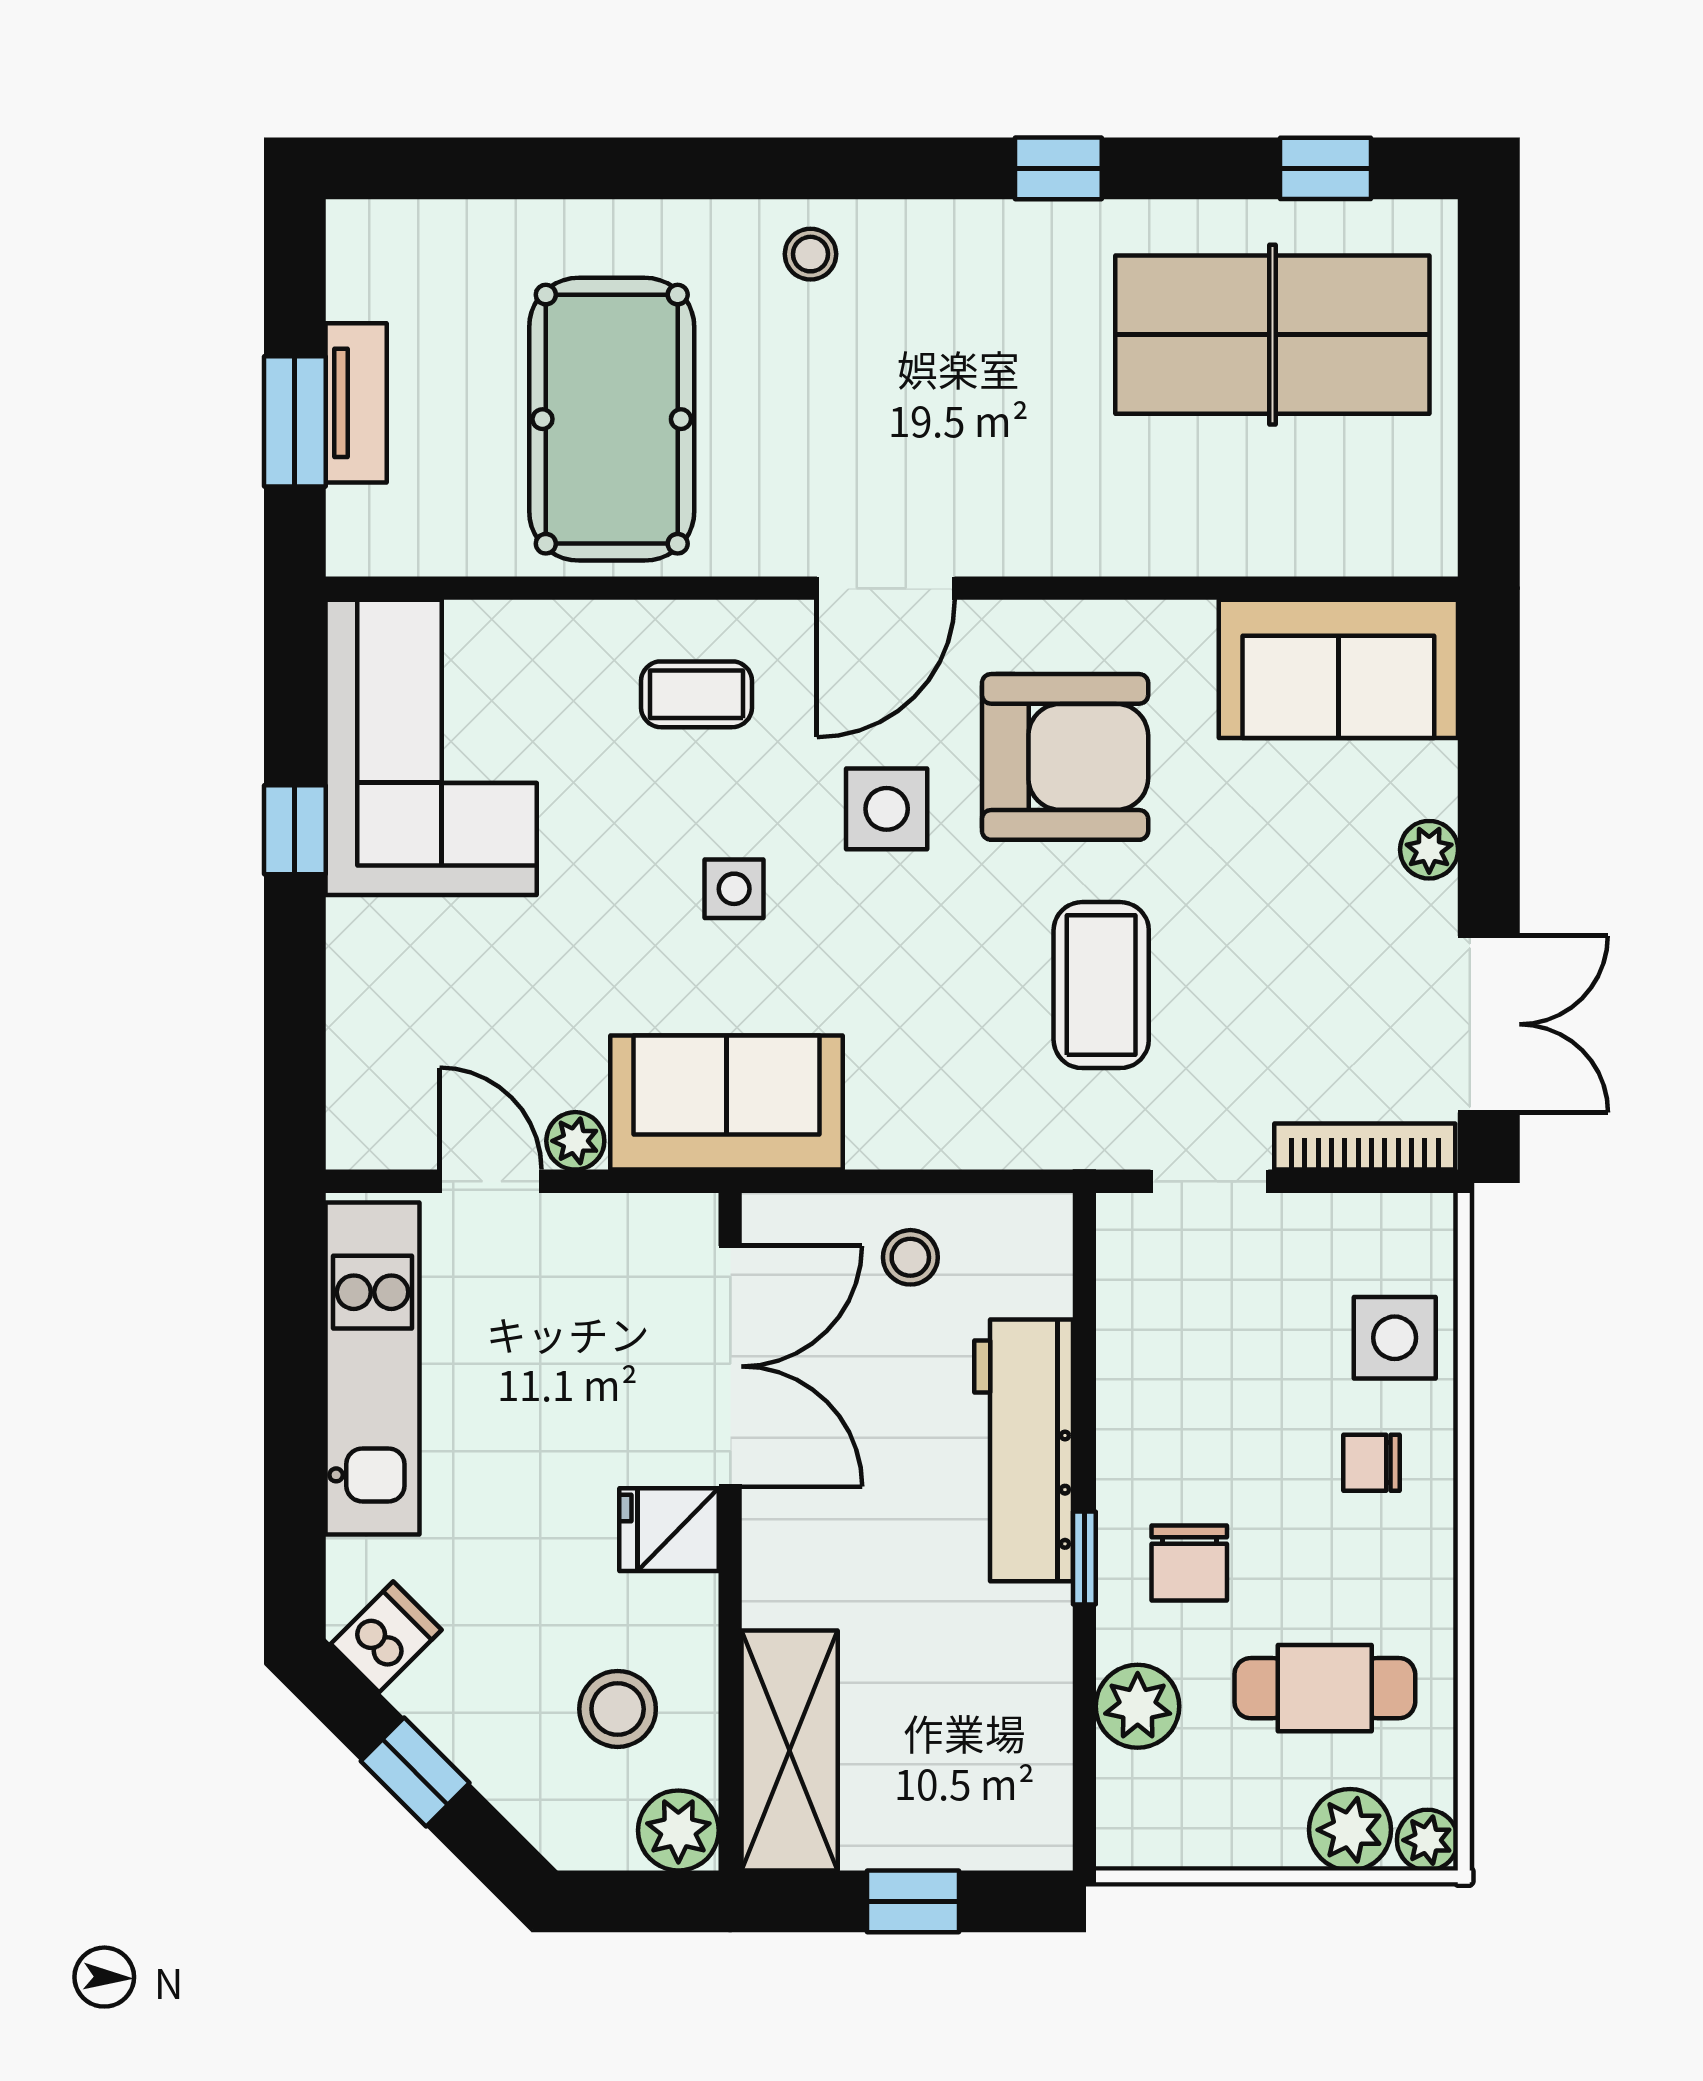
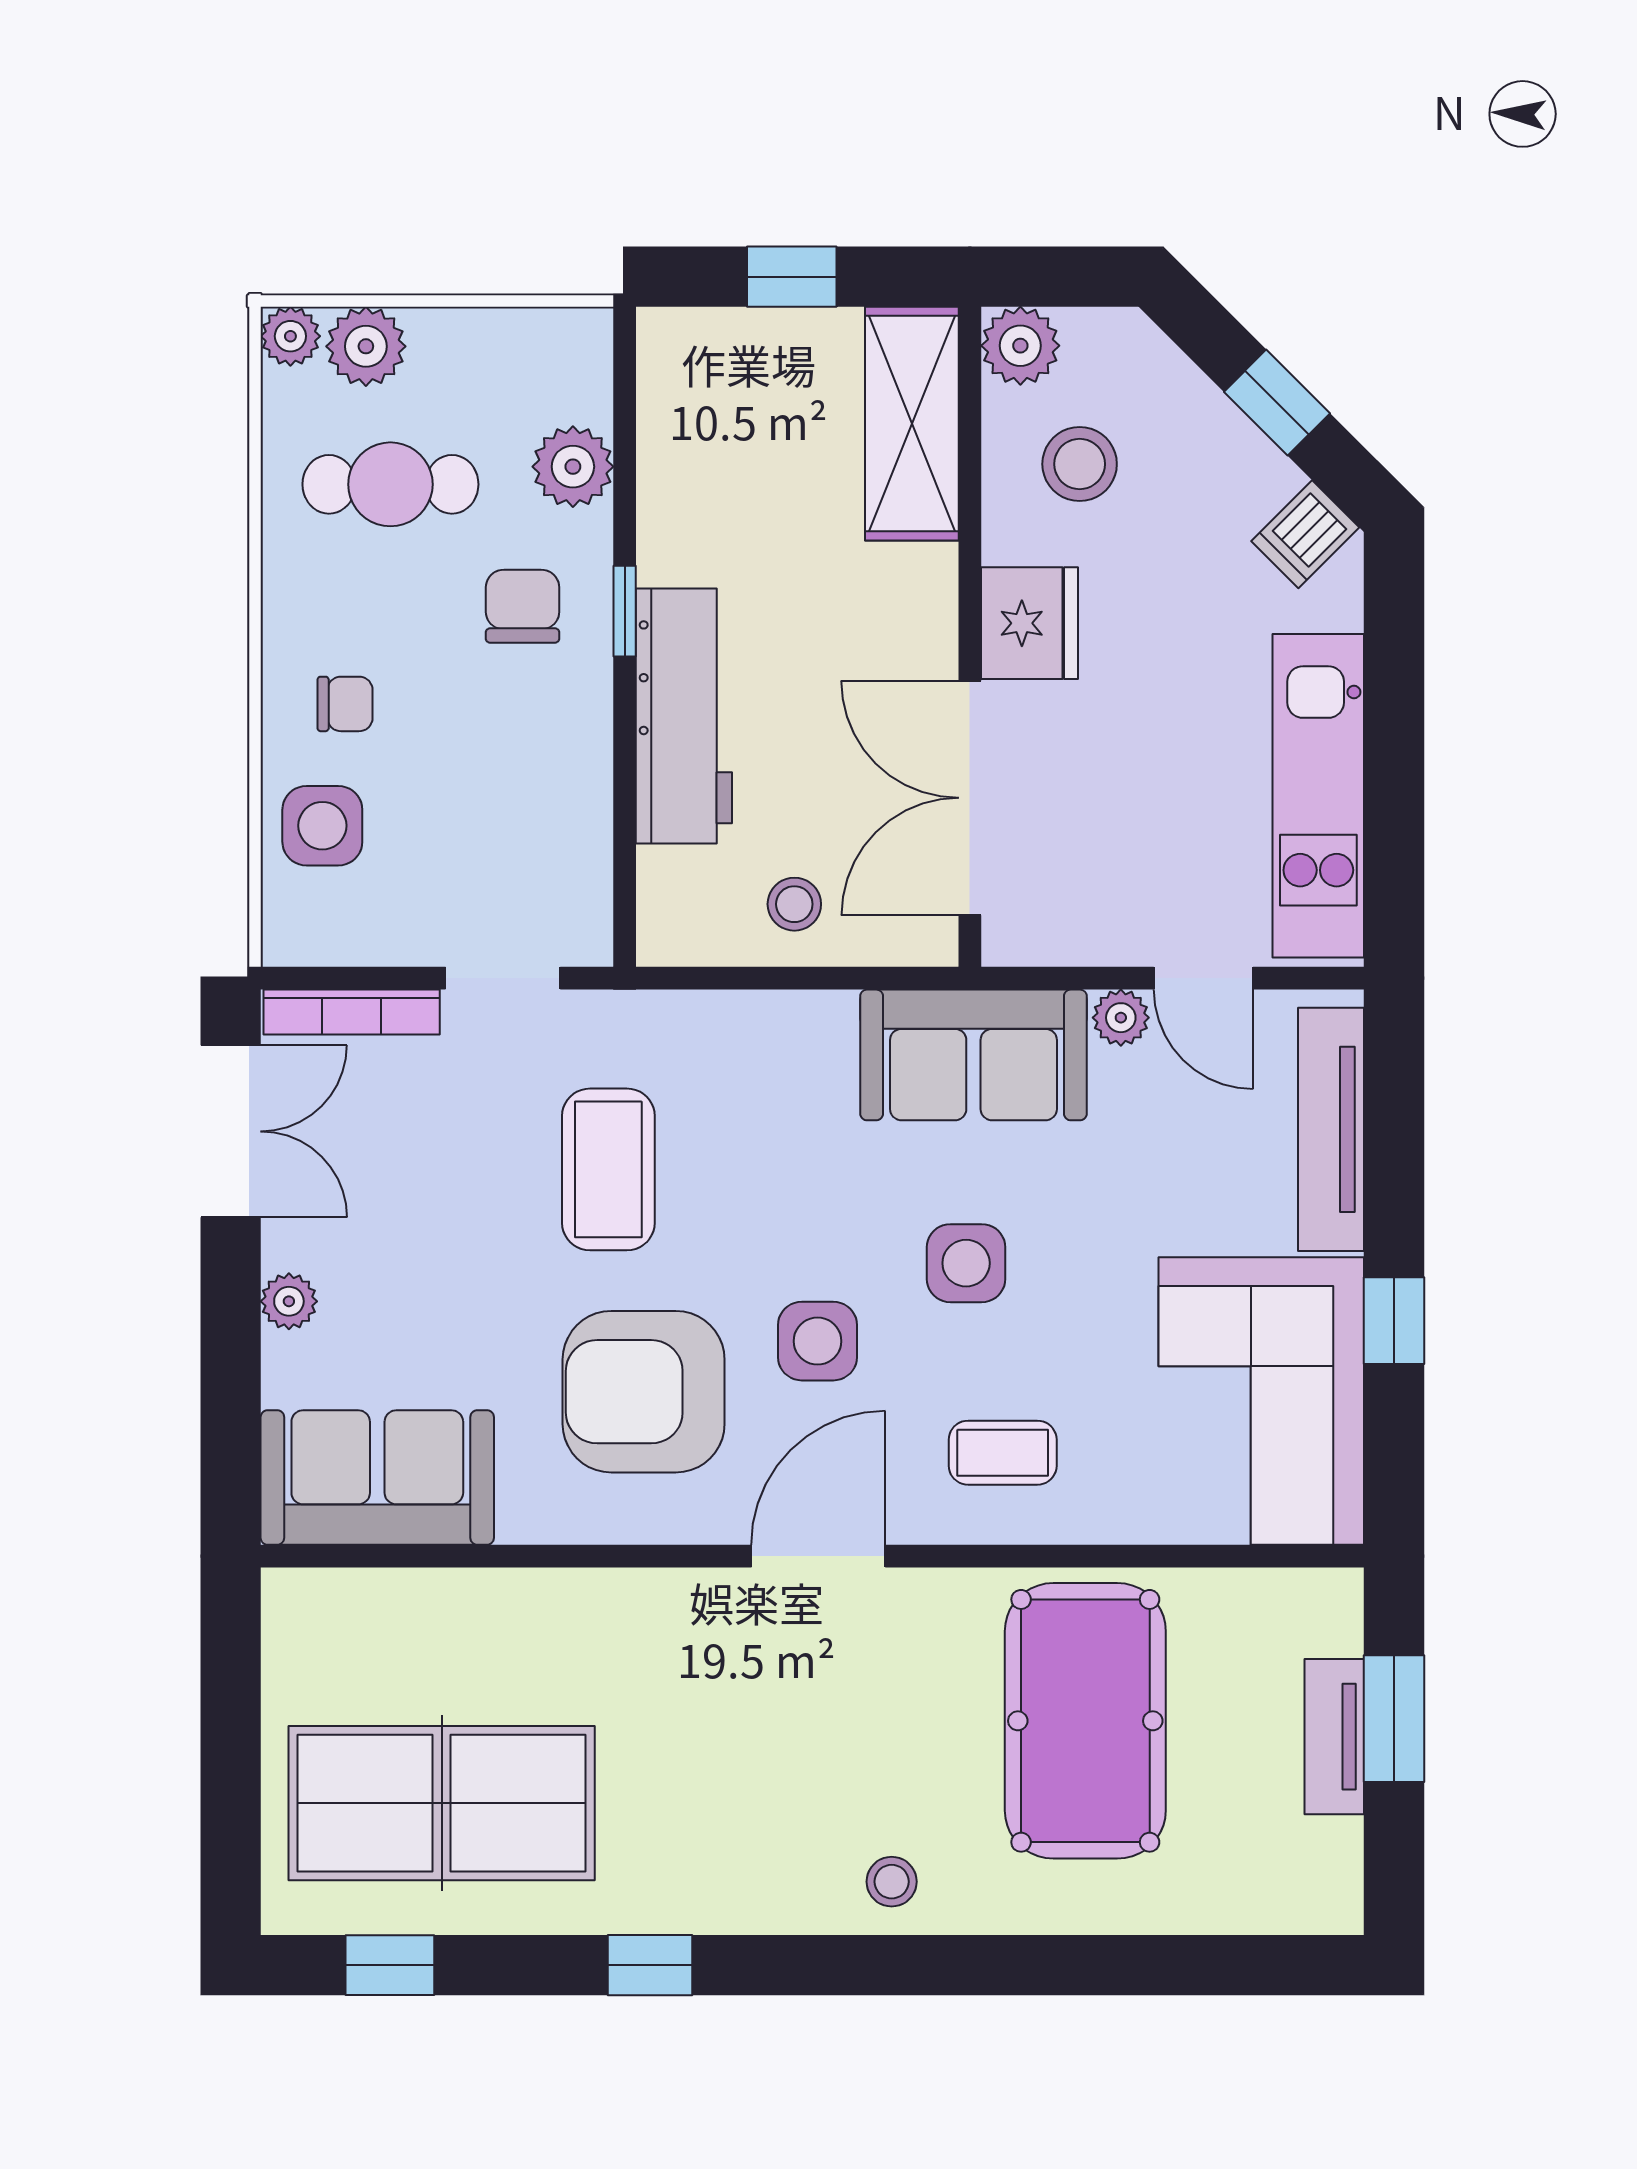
side table: (734, 889) -> (966, 1263), width x1.37, depth x1.37
double door: (1489, 1024) -> (231, 1131), swing flipped
tv unit: (360, 1026) -> (1331, 1129), added
fridge: (669, 1530) -> (1029, 623), width x1.38

